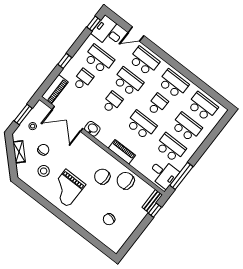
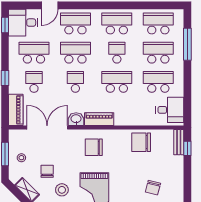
double door: (67, 119) -> (47, 127), swing flipped
piano: (122, 152) -> (99, 119), moved
window: (181, 176) -> (187, 44), moved
chair: (102, 177) -> (94, 147), moved

